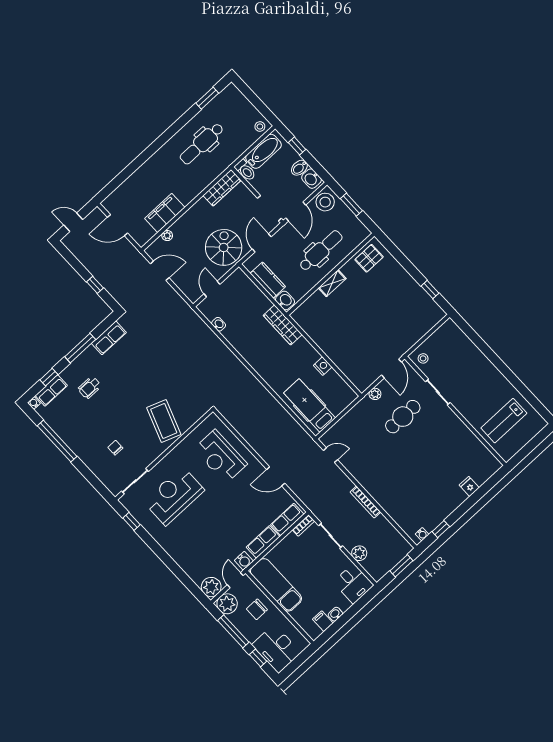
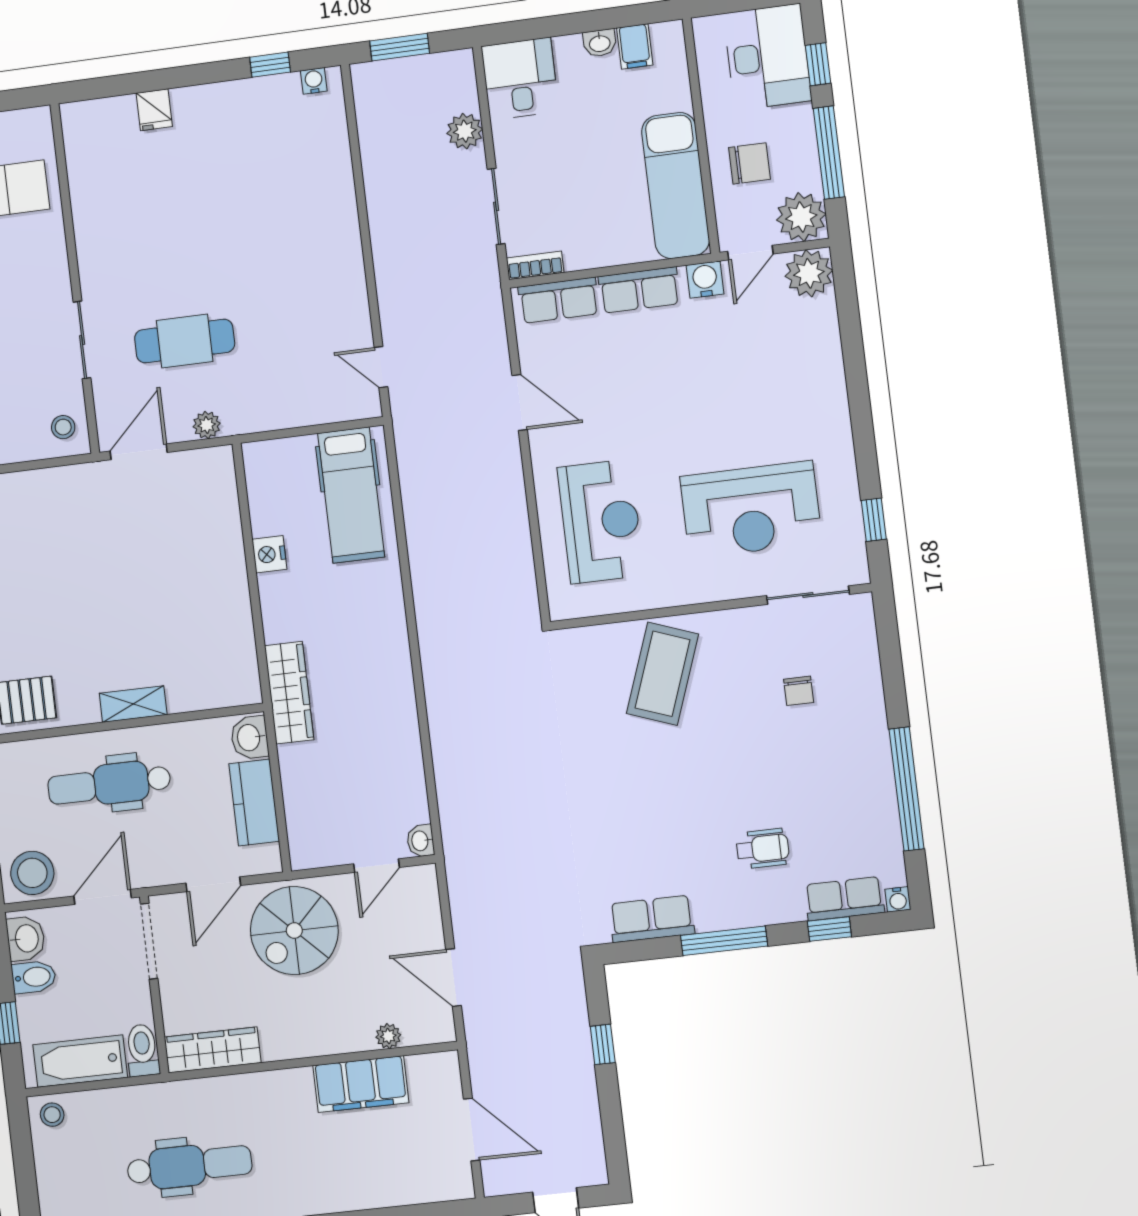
washbasin: (219, 324) -> (421, 841), moved
bookcase: (365, 502) -> (379, 224), removed

